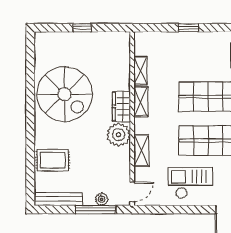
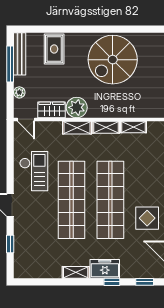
wardrobe: (121, 106) -> (52, 110), moved
shelving: (141, 150) -> (77, 128), moved
window: (95, 210) -> (10, 64), moved

